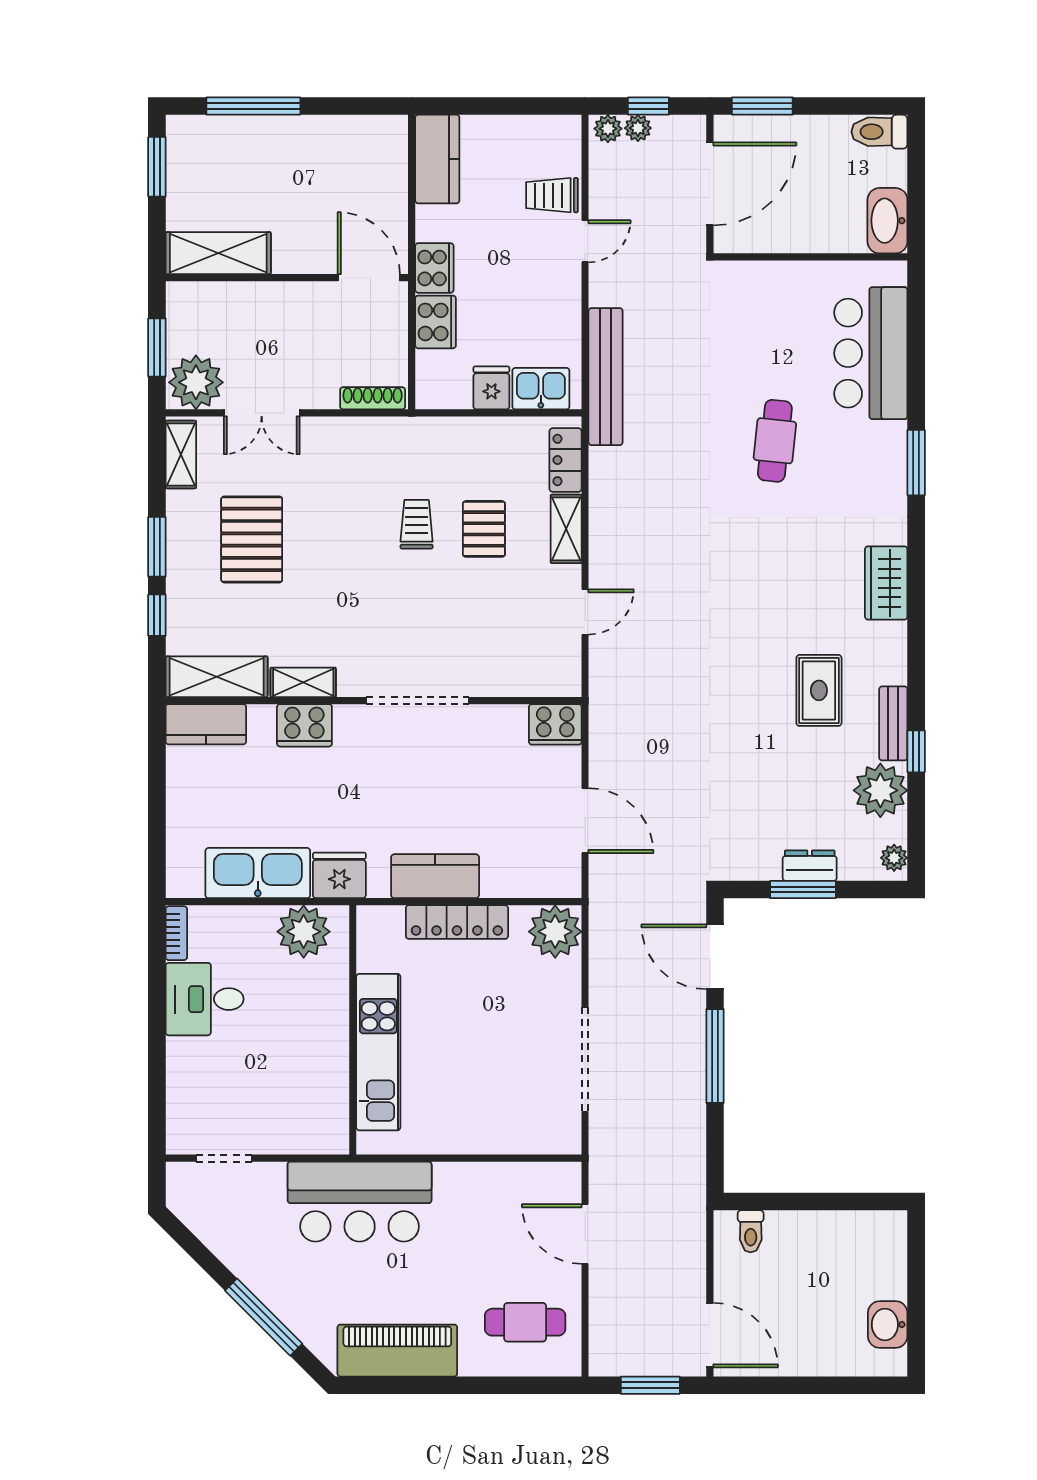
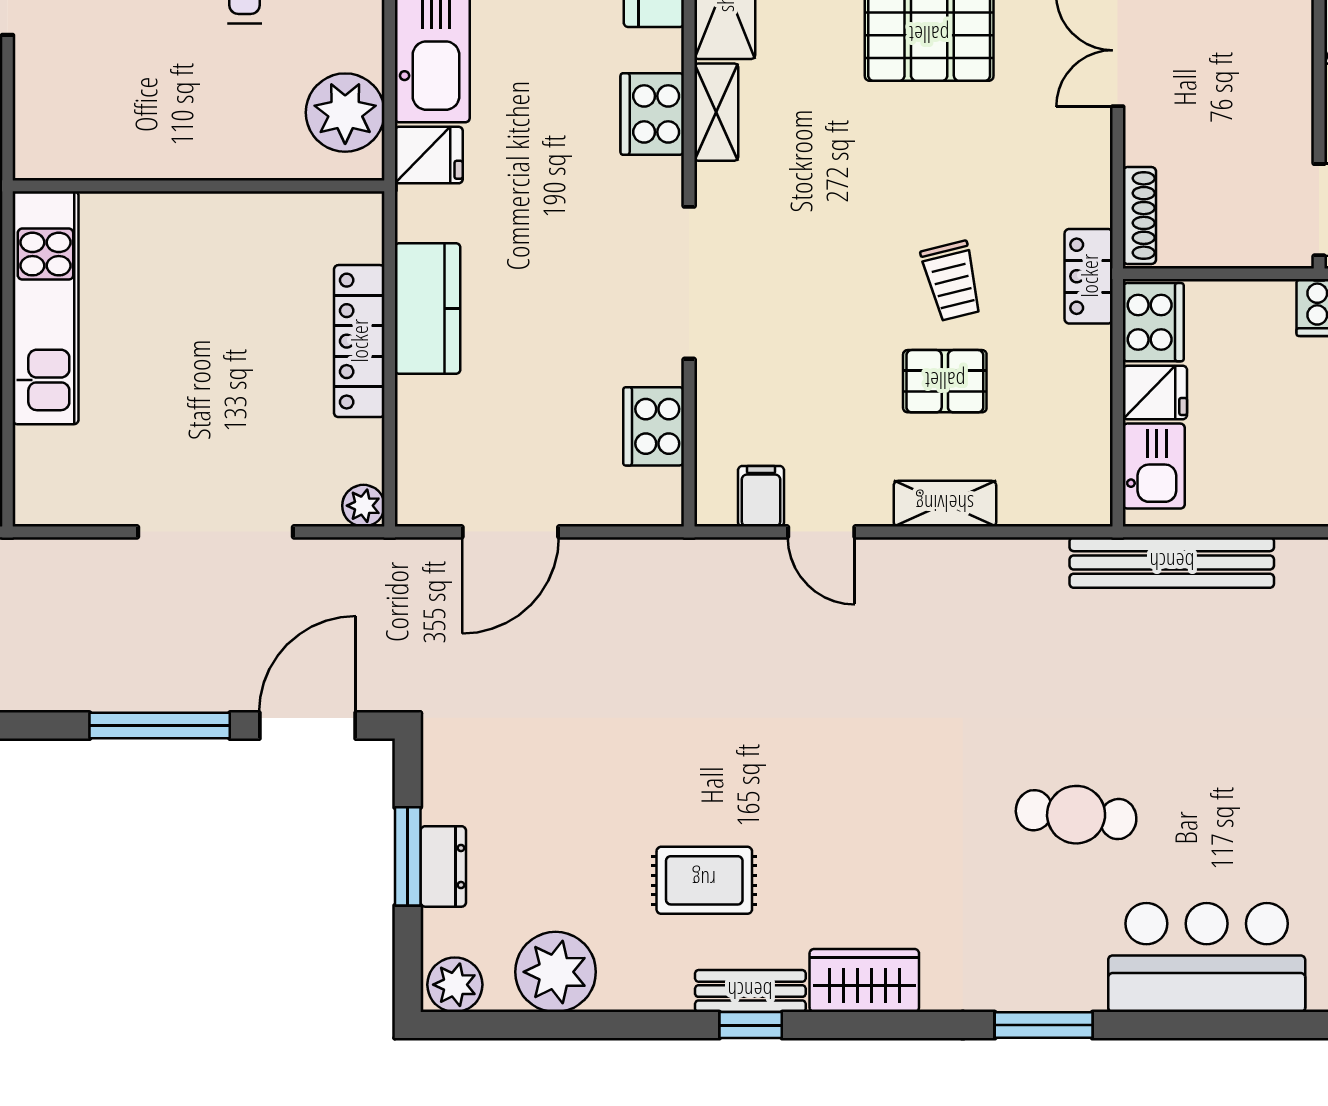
cooker: (436, 322) -> (1153, 322), moved, turned -90
locker: (565, 460) -> (1089, 276), moved, turned -90
trolley: (417, 524) -> (952, 281), turned 76
filing cabinet: (561, 652) -> (761, 496), added
bench: (893, 723) -> (750, 991), moved
cooker: (555, 724) -> (654, 426), moved
window: (916, 751) -> (751, 1025), moved
plant: (894, 858) -> (455, 985), width x1.38, depth x1.38
fridge: (339, 875) -> (429, 155), width x0.72
plant: (555, 932) -> (363, 506), width x0.53, depth x0.53
kitchen unit: (378, 1052) -> (46, 308), moved, turned -90
doorway: (585, 1059) -> (215, 532), moved

